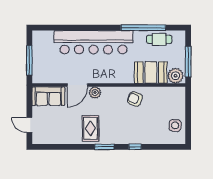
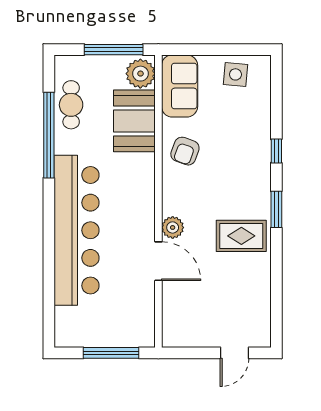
sofa: (48, 96) -> (180, 86), moved

